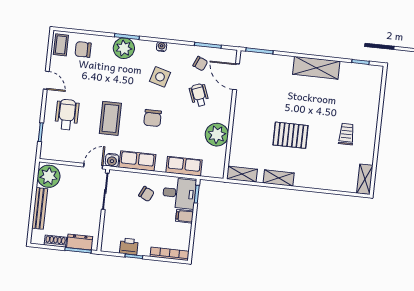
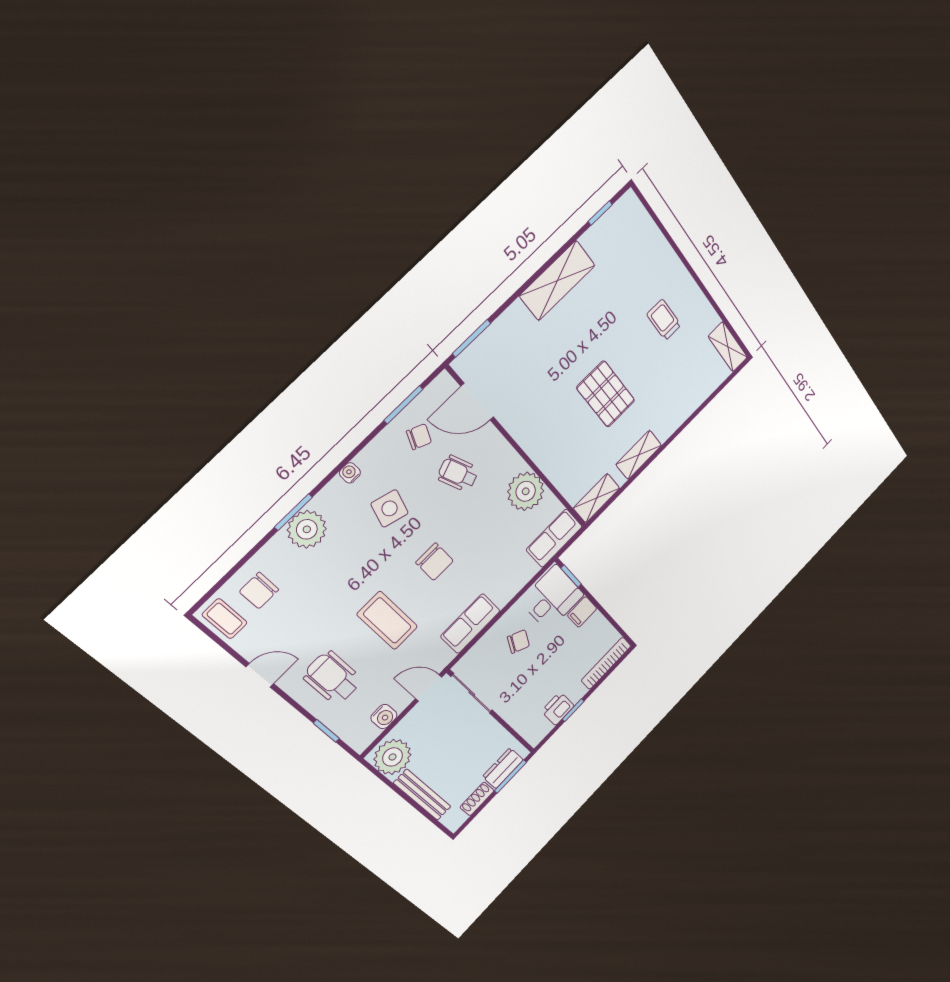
pallet: (291, 135) -> (606, 394), turned 90
water cooler: (112, 160) -> (384, 717), moved
door: (93, 166) -> (429, 688), hinge flipped
row of seats: (184, 166) -> (554, 538), moved

